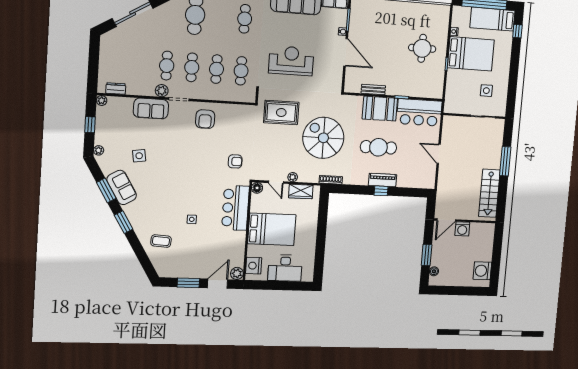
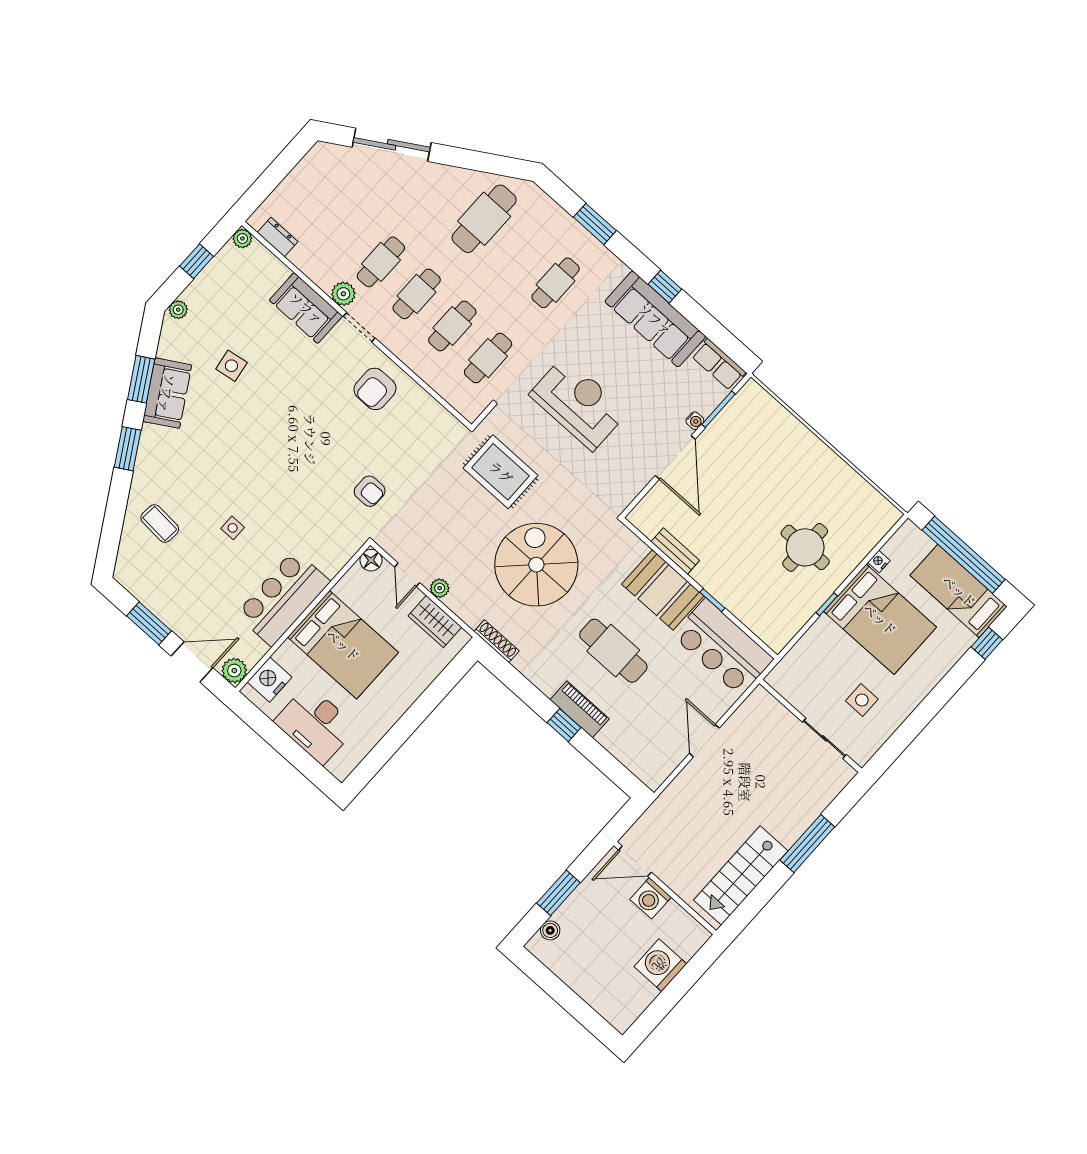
bar counter: (235, 208) -> (283, 598), moved
washing machine: (482, 271) -> (660, 965), moved

